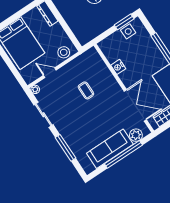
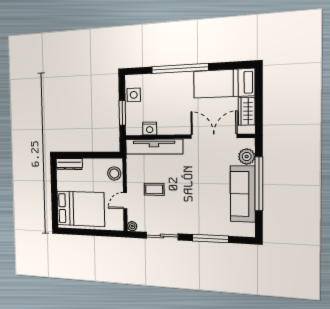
window: (124, 22) -> (122, 113), moved
nightstand: (118, 67) -> (150, 129), moved
tv unit: (102, 69) -> (154, 147), added
coffee table: (86, 90) -> (154, 189), moved

